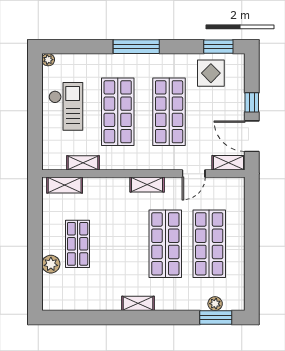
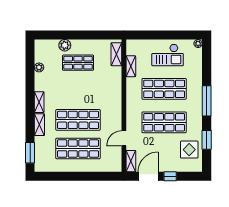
window: (218, 47) -> (207, 140), moved
door: (194, 174) -> (124, 138), hinge flipped
shelving: (147, 185) -> (39, 125), moved
plant: (215, 304) -> (39, 67), moved

